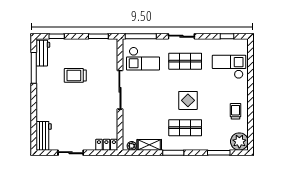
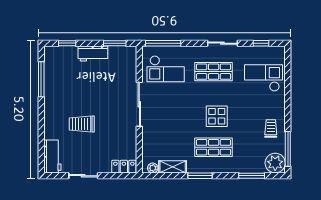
sliding door: (181, 36) -> (222, 43), moved
workbench: (43, 53) -> (93, 53), moved, turned 90
trolley: (75, 75) -> (82, 124), moved
window: (250, 129) -> (288, 149), added

